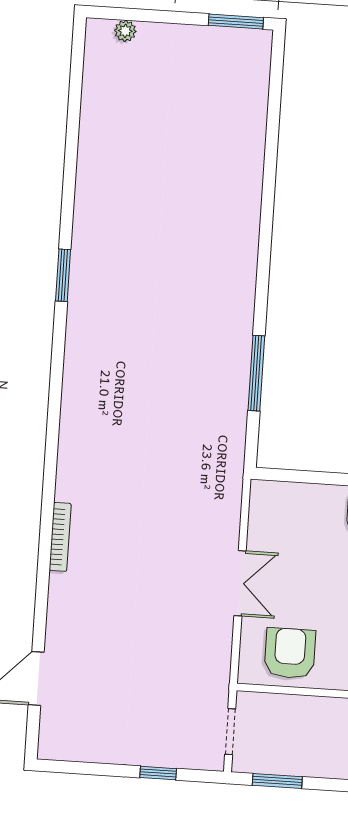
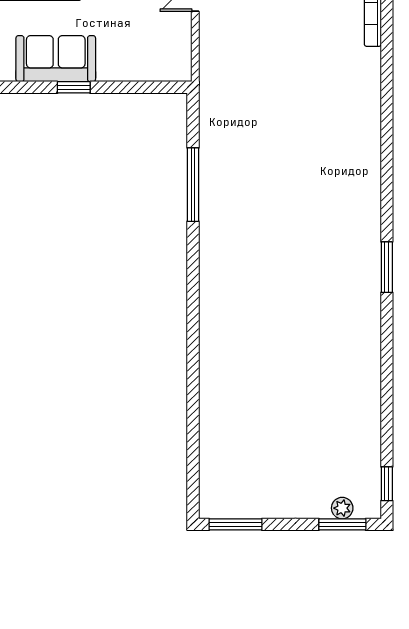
window: (126, 14) -> (342, 524), added
window: (78, 53) -> (387, 484), added

